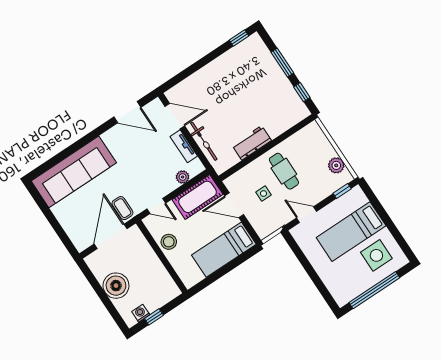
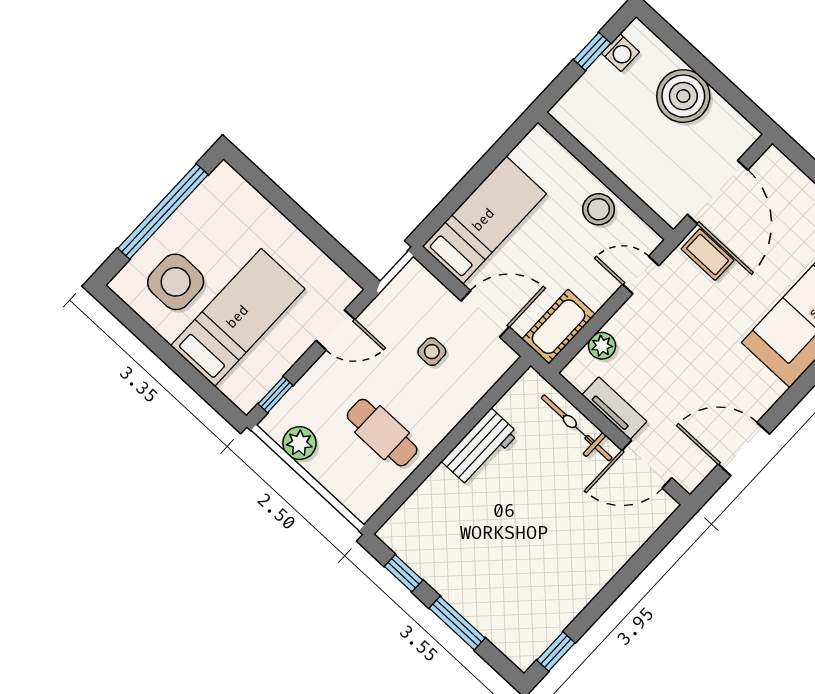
cafe table: (284, 171) -> (382, 433), moved
cot: (198, 197) -> (559, 327), width x0.73, depth x0.75

